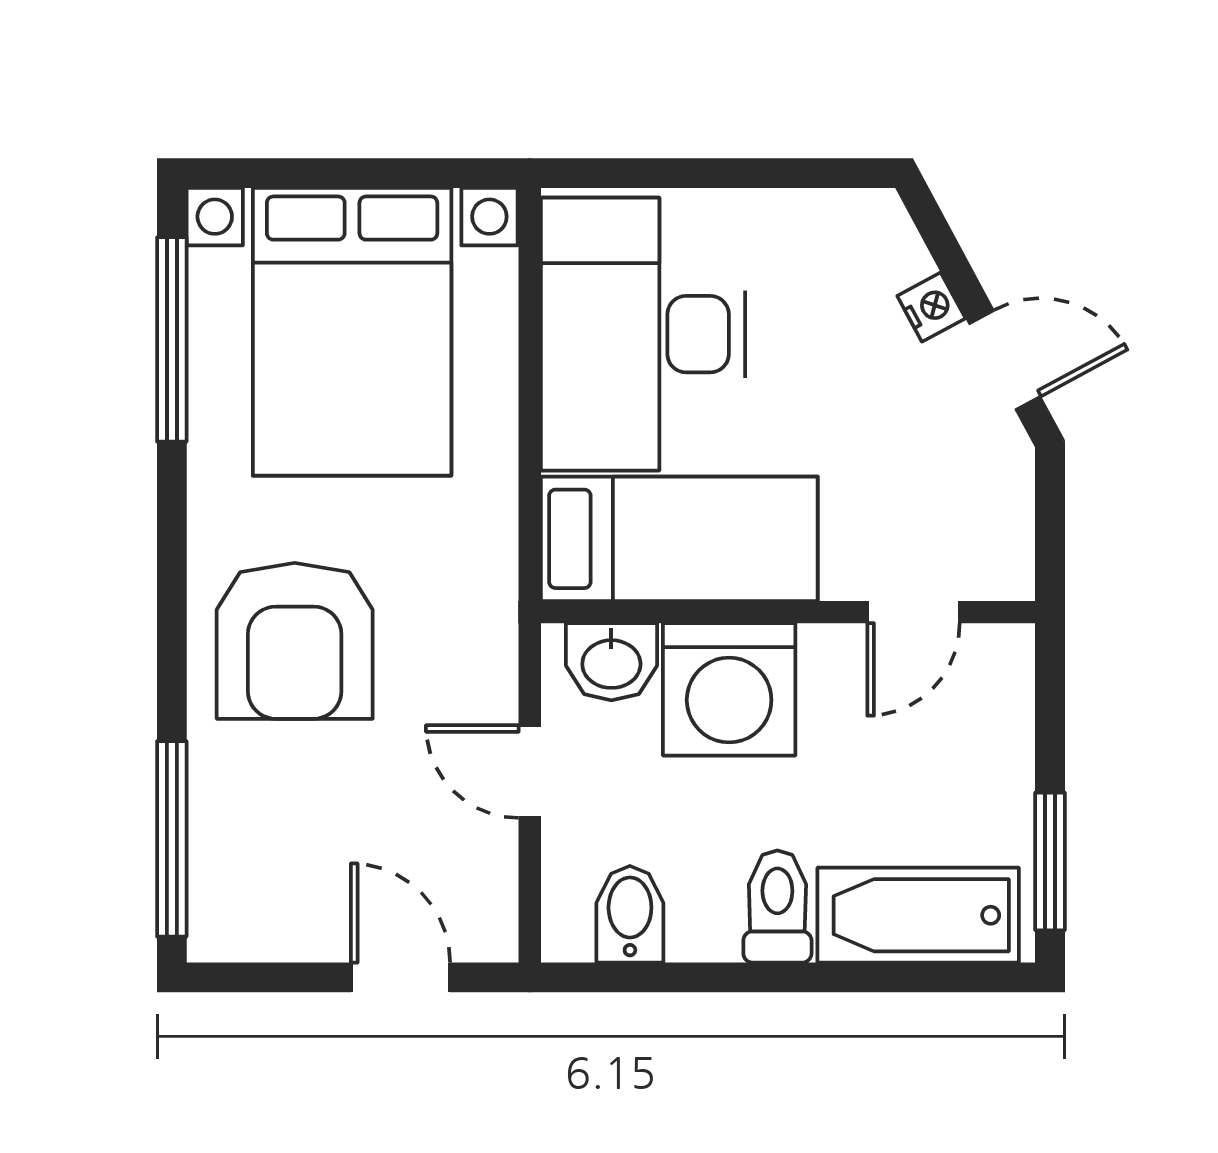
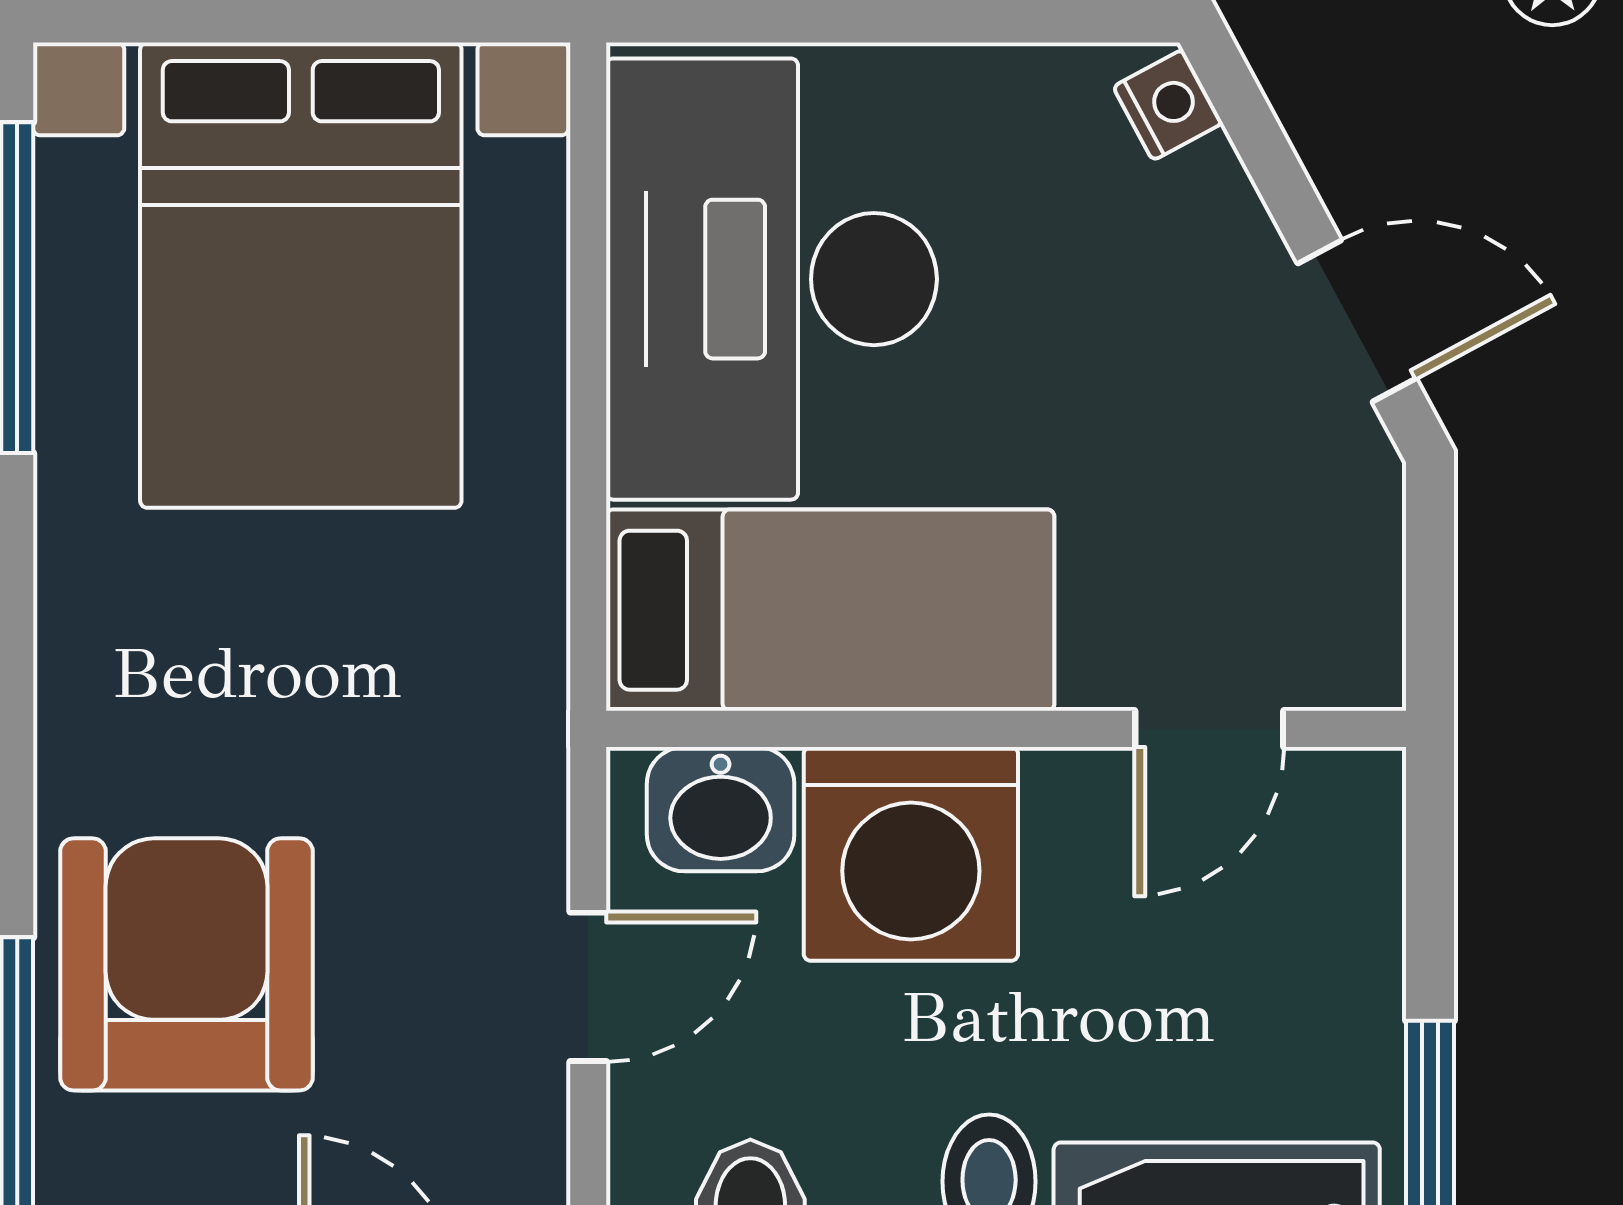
nightstand: (931, 307) -> (1168, 105), moved
armchair: (295, 641) -> (186, 964), moved, turned 180
door: (530, 772) -> (588, 987), swing flipped

